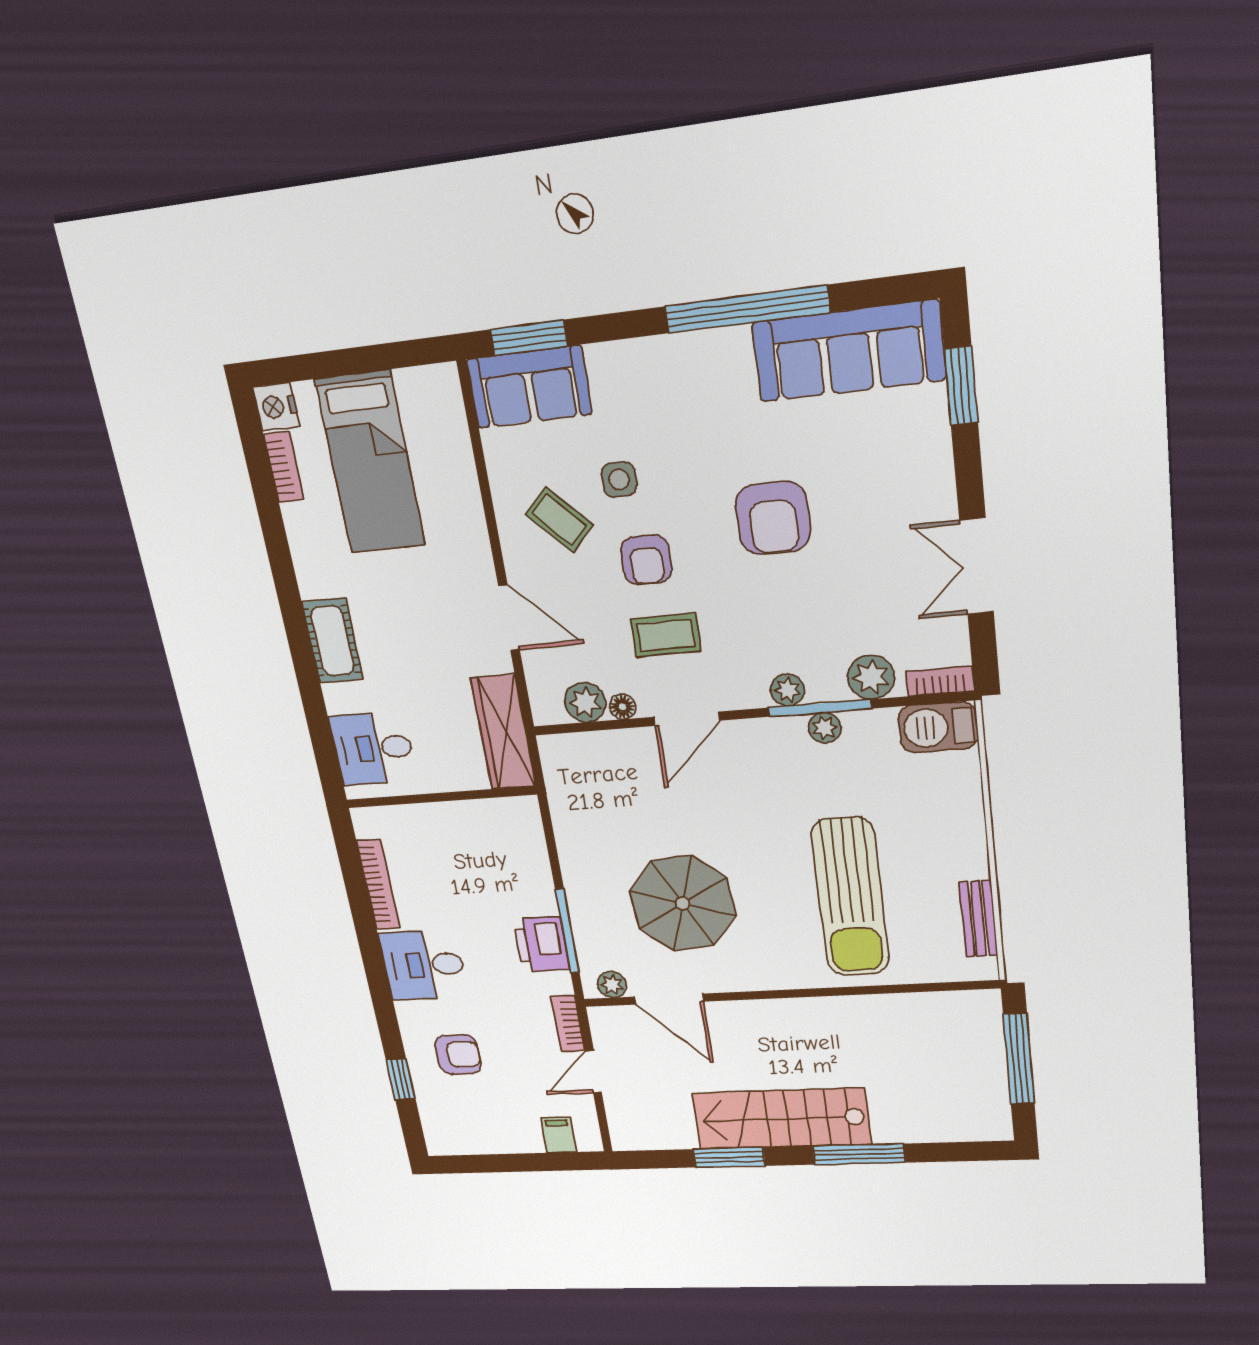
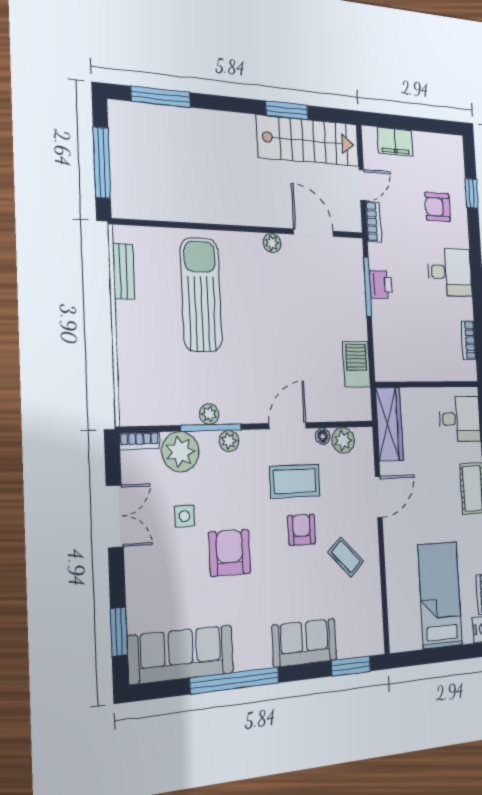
sofa: (529, 387) -> (304, 643), moved
side table: (619, 479) -> (184, 516), moved
door: (509, 618) -> (379, 497), swing flipped
coffee table: (666, 635) -> (295, 481), width x1.36, depth x1.30
plant: (871, 677) -> (180, 452), width x1.36, depth x1.36
barbecue: (938, 727) -> (356, 364), moved, turned -90
bookcase: (378, 884) -> (468, 340), width x0.64
parasol: (683, 903) -> (300, 300), removed
printer: (541, 944) -> (381, 284), width x0.73, depth x0.81
plant: (612, 985) -> (272, 243), moved
stairs: (782, 1119) -> (308, 141), moved
filing cabinet: (559, 1135) -> (395, 142), width x2.00
window: (859, 1154) -> (161, 97), moved

